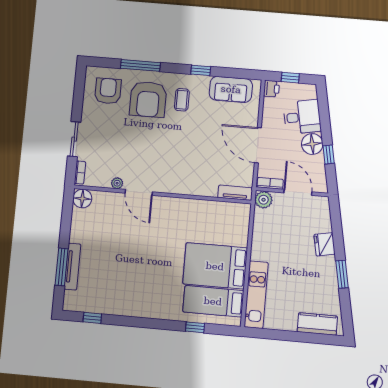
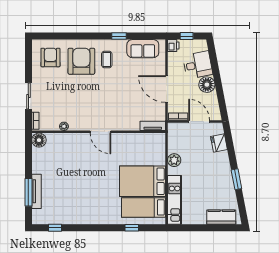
window: (140, 65) -> (73, 36), removed
armchair: (148, 99) -> (81, 61), turned 180
window: (329, 155) -> (220, 91), removed
door: (139, 192) -> (101, 132), moved
plant: (264, 200) -> (174, 160), moved
fridge: (324, 244) -> (219, 143), moved

